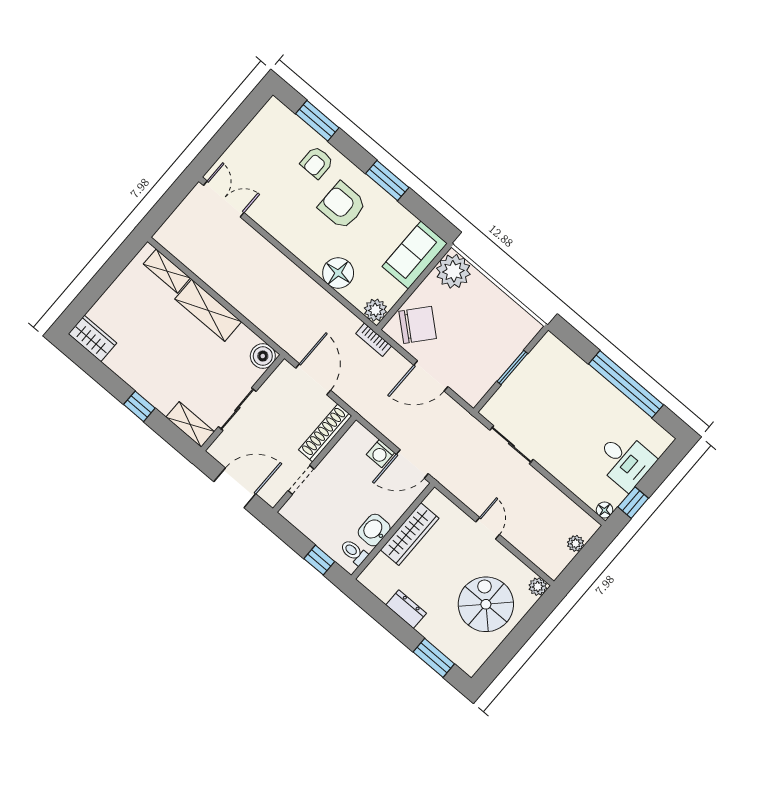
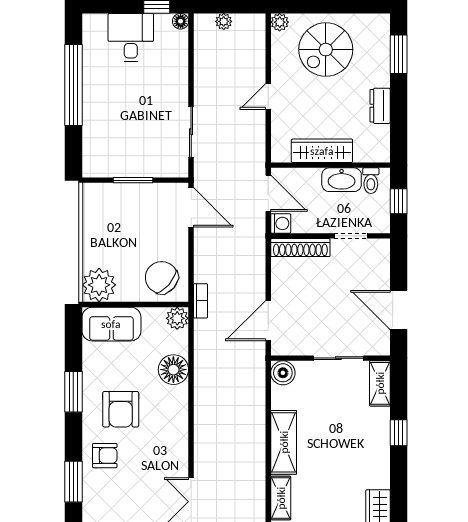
door: (431, 376) -> (191, 207), moved
shoe rack: (325, 433) -> (300, 248), moved
wall: (314, 464) -> (330, 236), moved
doorway: (301, 480) -> (351, 236), moved
washbasin: (374, 530) -> (342, 180), width x1.38

